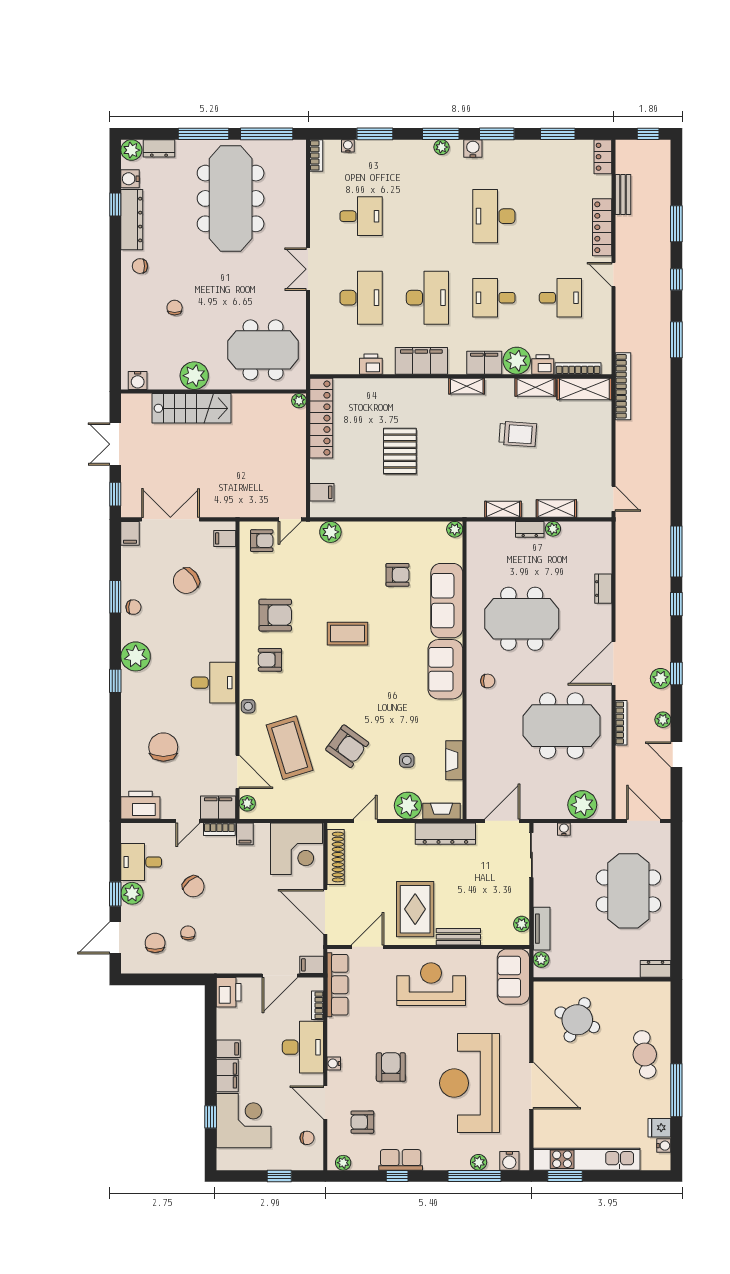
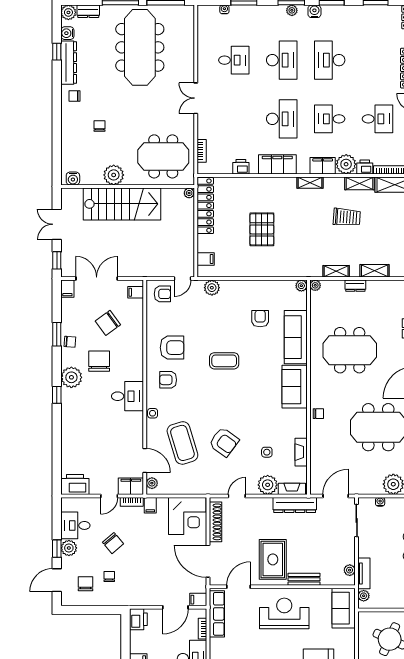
bookcase: (316, 155) -> (202, 151), moved
desk: (361, 298) -> (282, 60), moved
stairs: (191, 408) -> (122, 204), width x1.36, depth x1.51
plant: (553, 529) -> (315, 285), moved
armchair: (397, 575) -> (260, 319), turned -90
chair: (488, 681) -> (318, 414), moved
chair: (163, 747) -> (99, 361), moved

